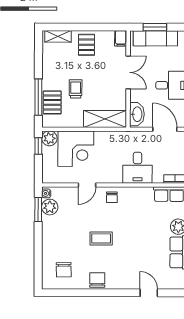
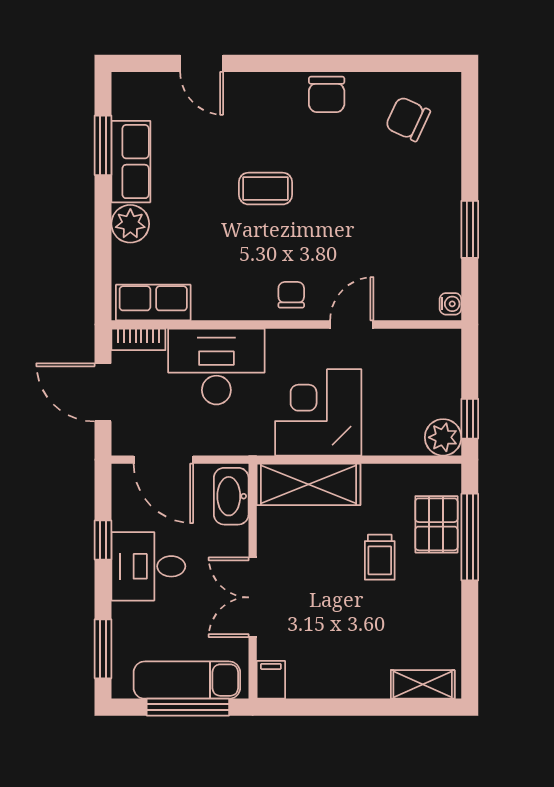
window: (155, 27) -> (188, 707), width x1.44
pallet: (86, 45) -> (354, 664), removed
corner desk: (76, 149) -> (318, 412), moved
desk: (137, 168) -> (216, 367), width x1.37
plant: (50, 207) -> (442, 271), removed
window: (38, 210) -> (470, 229), moved
coffee table: (101, 238) -> (265, 189), moved
chair: (64, 270) -> (408, 119), turned -64

